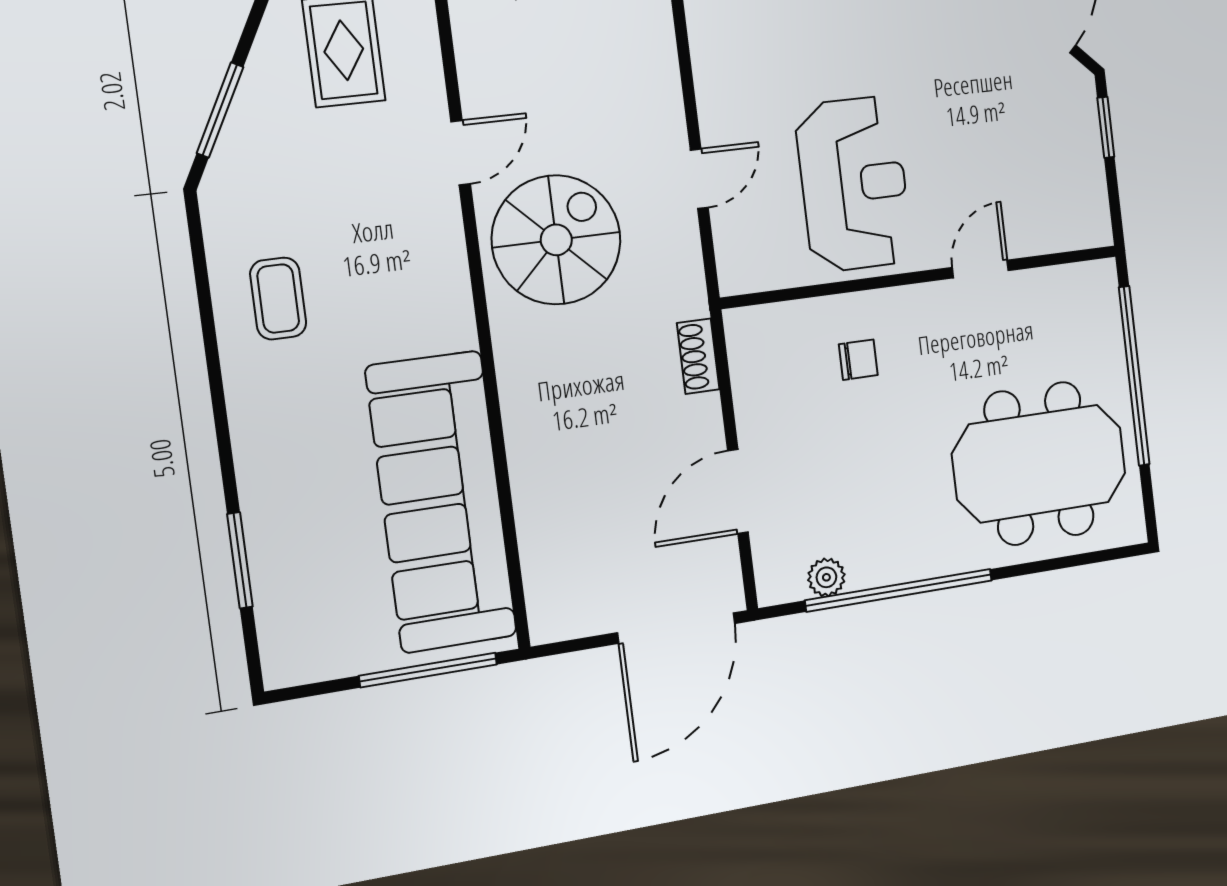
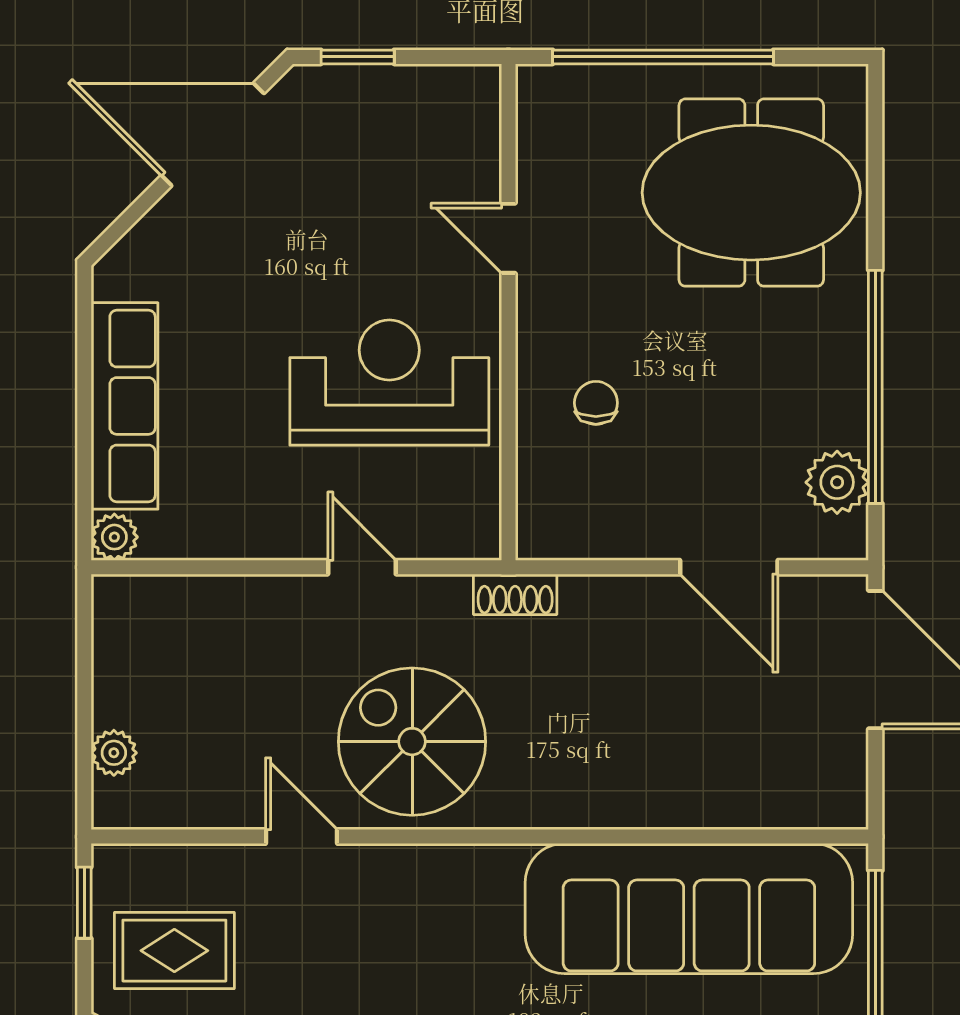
shoe rack: (698, 356) -> (515, 594), moved
meeting table: (1039, 463) -> (751, 193), turned 90
plant: (826, 577) -> (837, 482), width x1.38, depth x1.38

